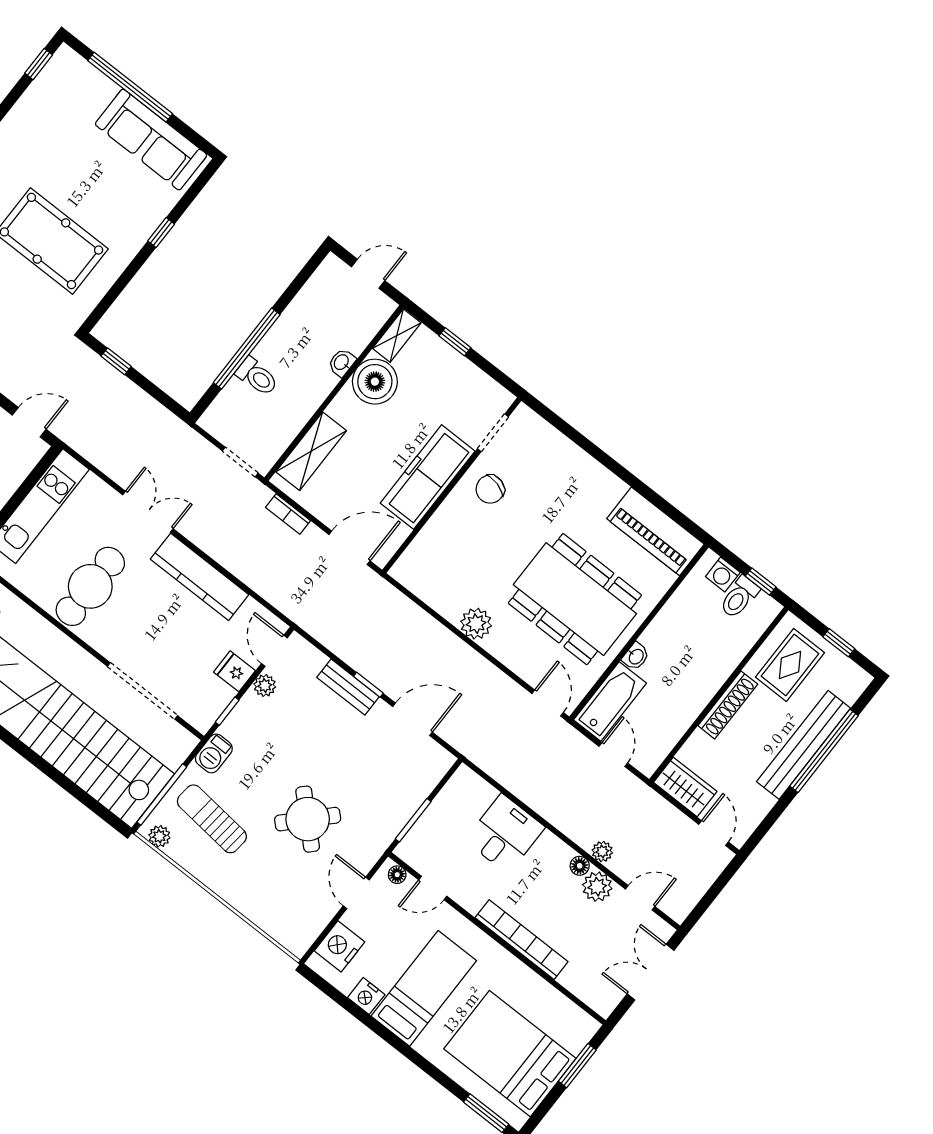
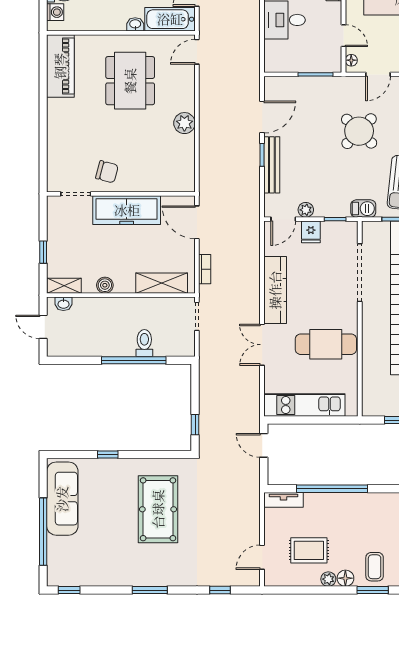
washbasin: (342, 362) -> (63, 304), moved
boiler: (375, 382) -> (105, 285), width x0.54, depth x0.54
dining table: (575, 599) -> (130, 81), width x0.73, depth x0.80
bench: (348, 687) -> (272, 165), width x1.36
door: (412, 719) -> (262, 117), swing flipped

